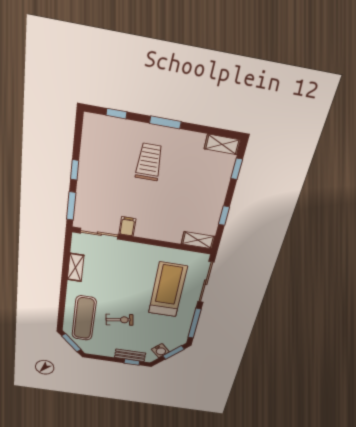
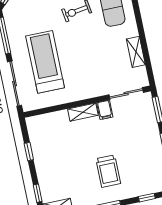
shelving: (198, 240) -> (83, 112), moved
treadmill: (168, 290) -> (45, 62), turned 180

